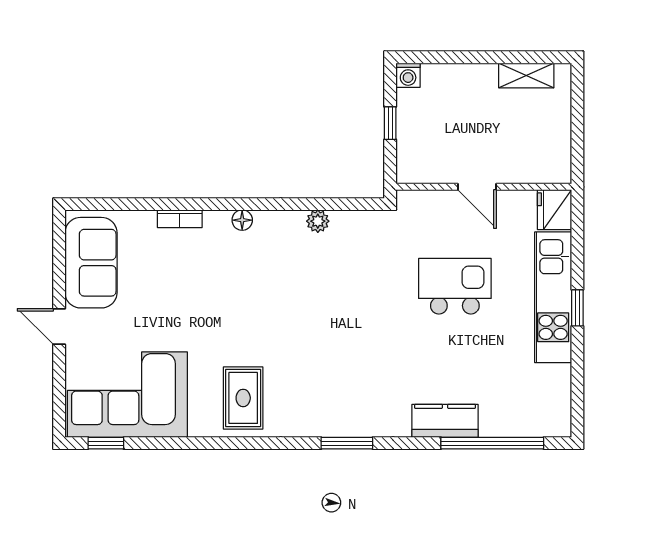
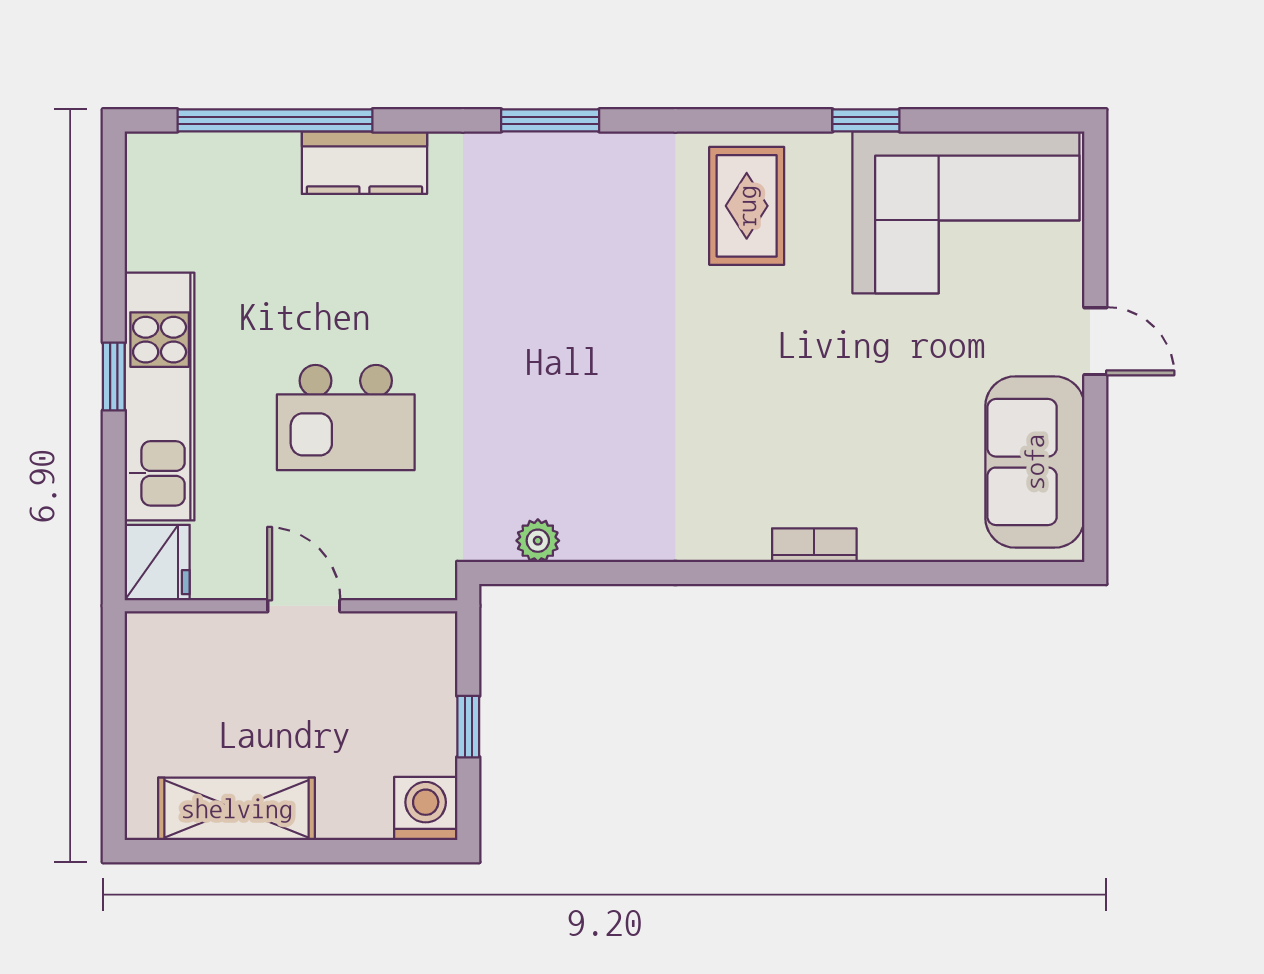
washing machine: (408, 75) -> (426, 809), width x1.38, depth x1.38
shelving: (526, 75) -> (237, 809), width x1.50, depth x1.33
bookcase: (180, 219) -> (814, 545), moved
floor lamp: (242, 220) -> (748, 543), removed
plant: (318, 221) -> (538, 541), moved
window: (106, 443) -> (866, 120), moved

